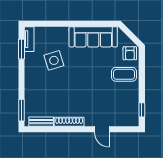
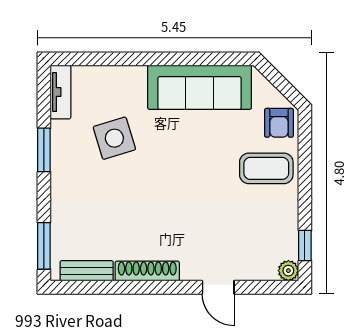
window: (21, 49) -> (44, 150), moved
plant: (134, 122) -> (288, 271), added

